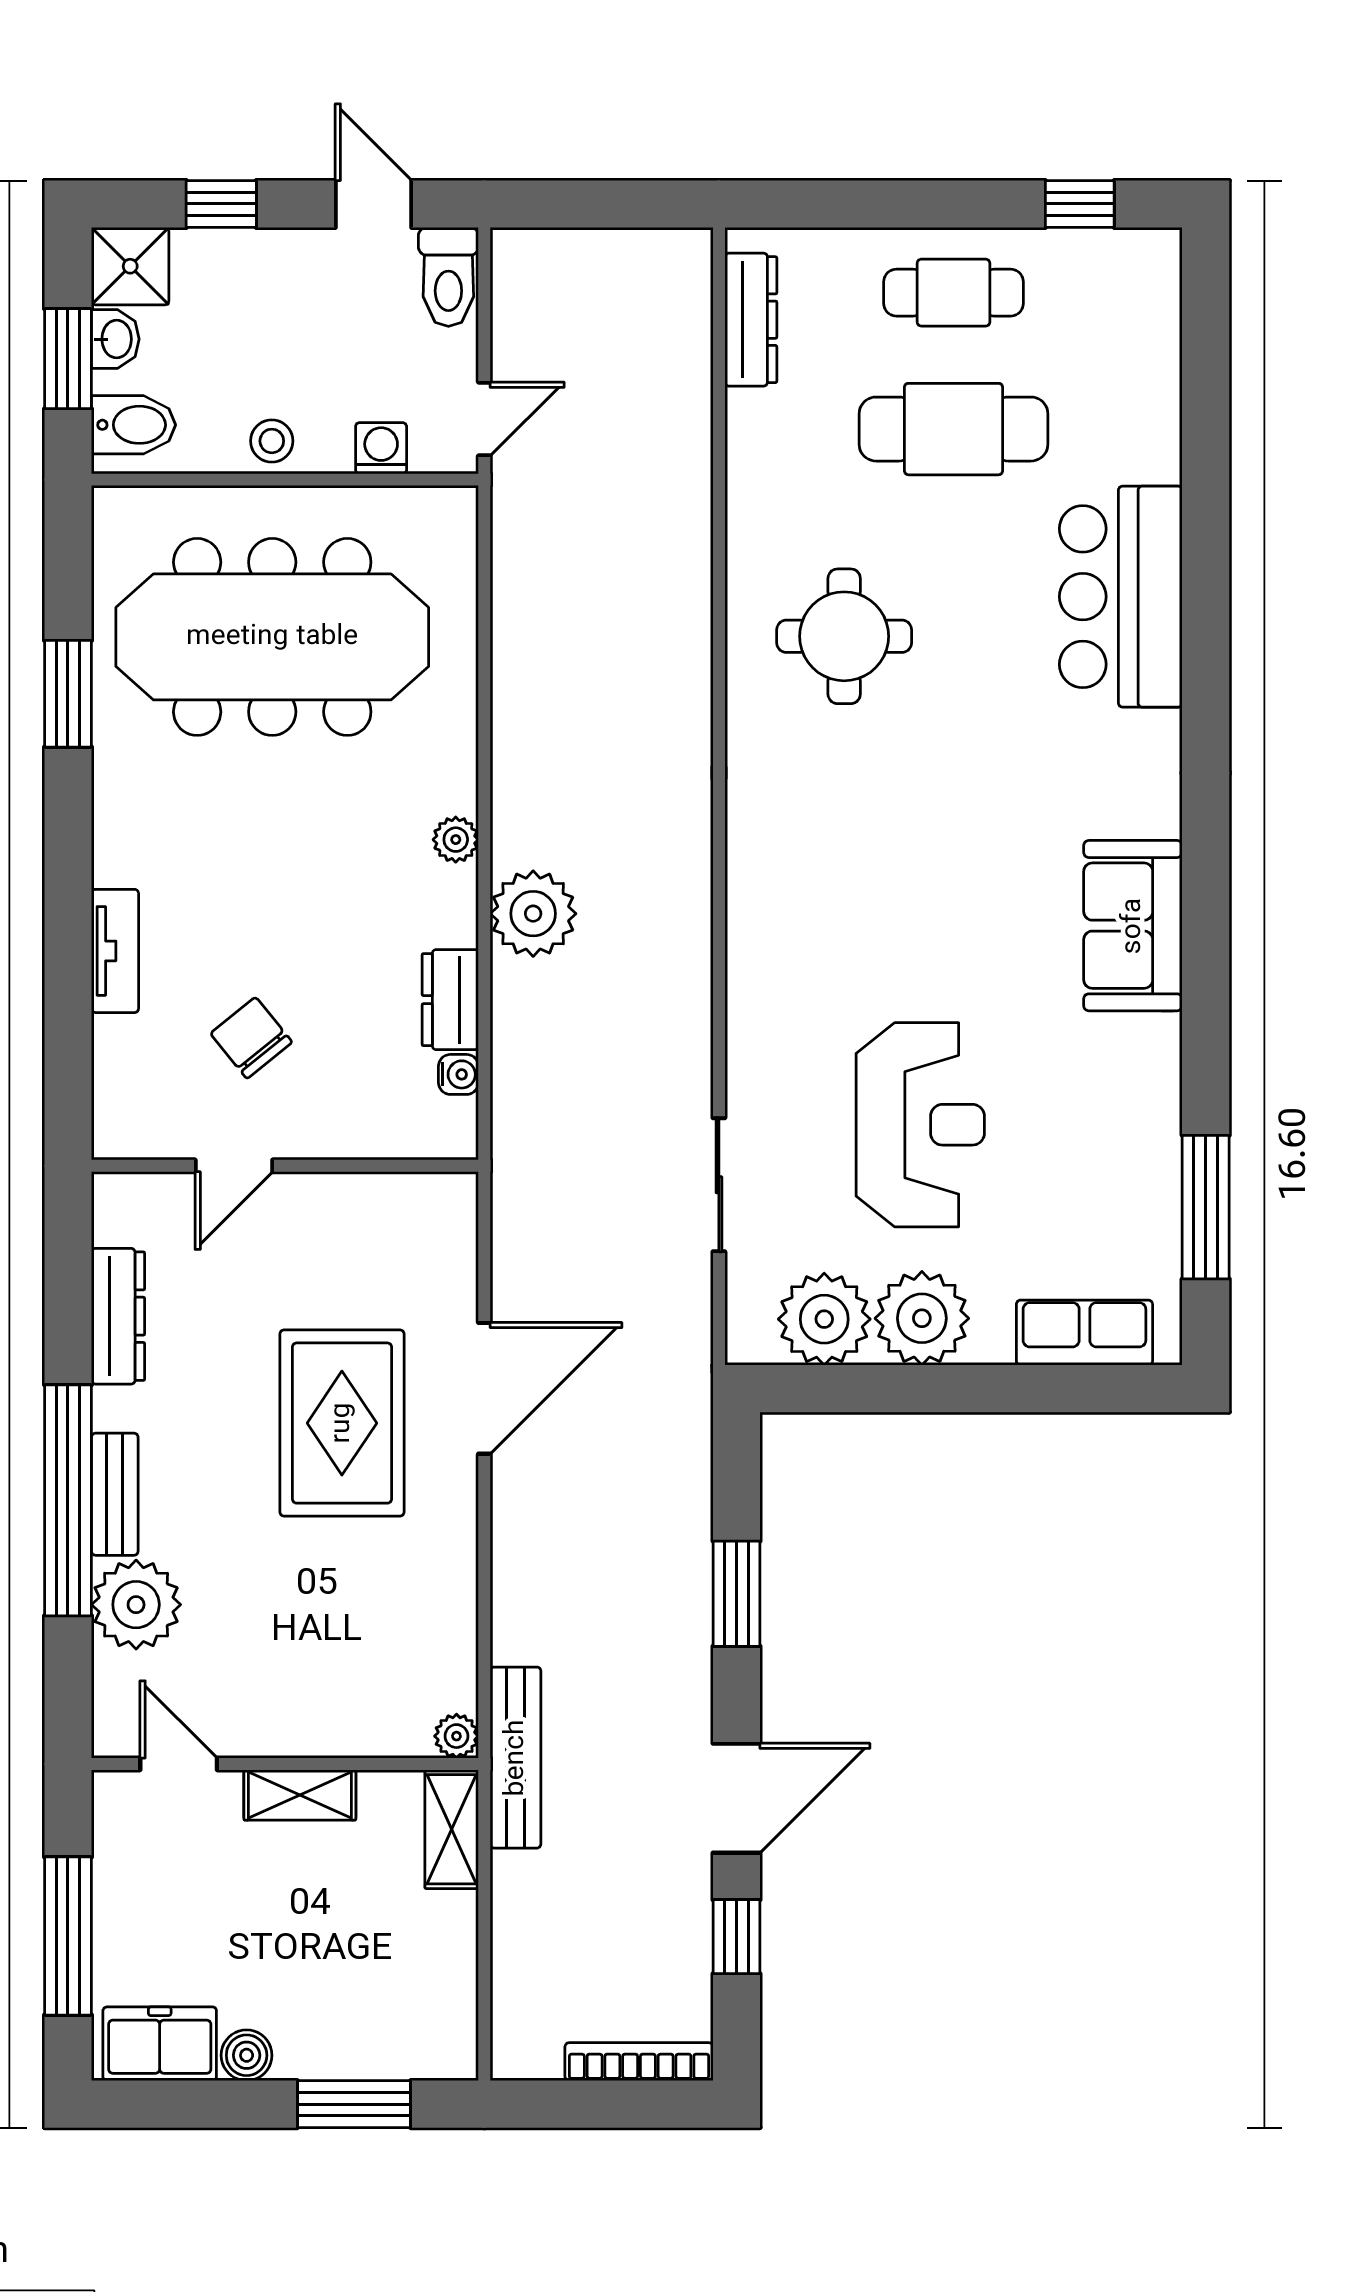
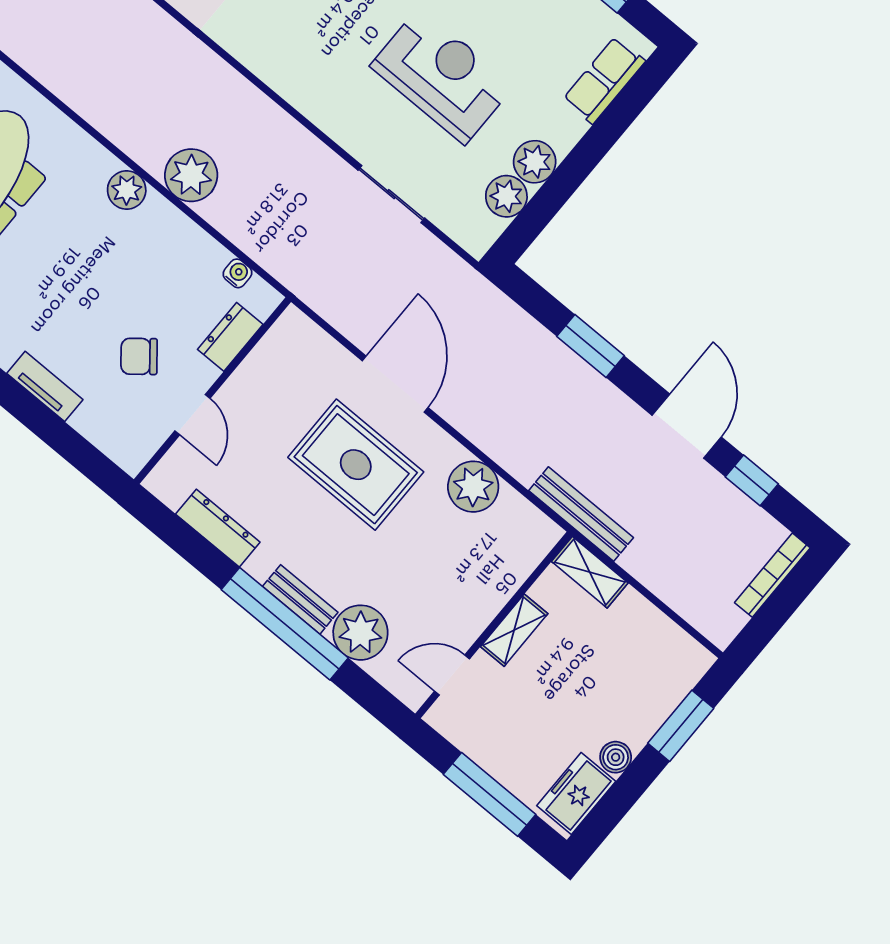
plant: (456, 840) -> (127, 190), width x1.38, depth x1.38
dresser: (450, 1000) -> (230, 337), moved, turned 90
plant: (922, 1318) -> (535, 162), width x0.73, depth x0.73
plant: (824, 1319) -> (506, 196), width x0.73, depth x0.73
plant: (456, 1736) -> (473, 487), moved, width x1.88, depth x1.88

